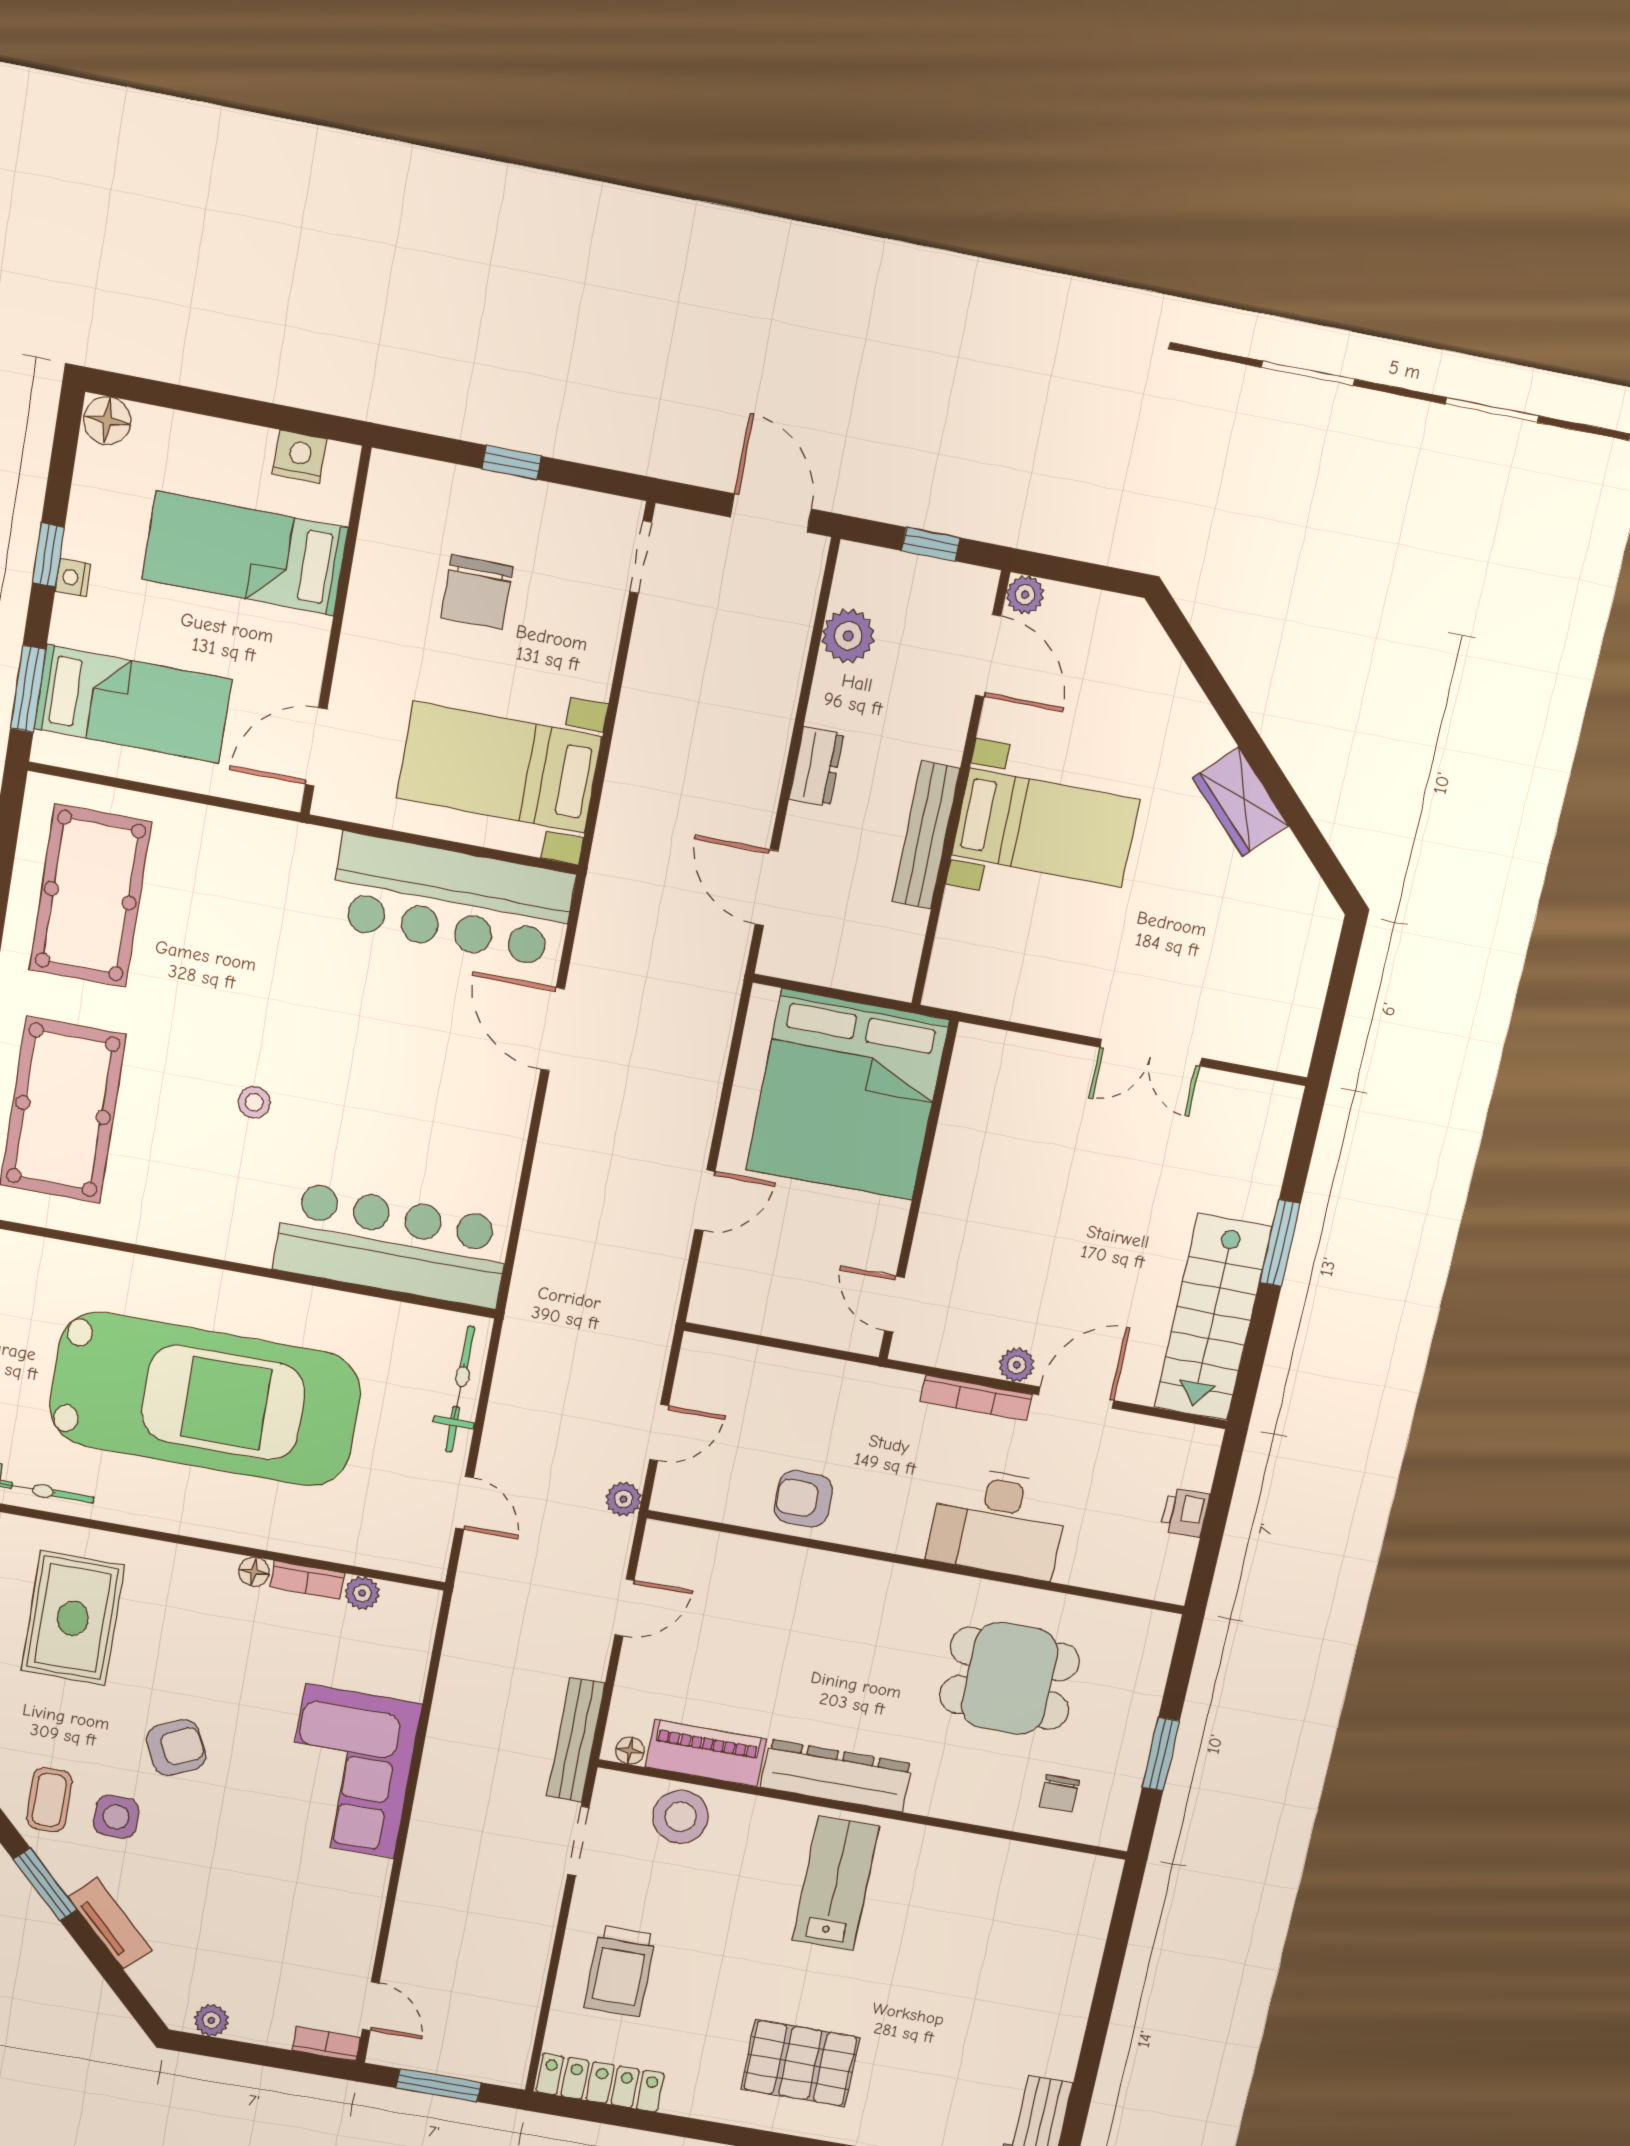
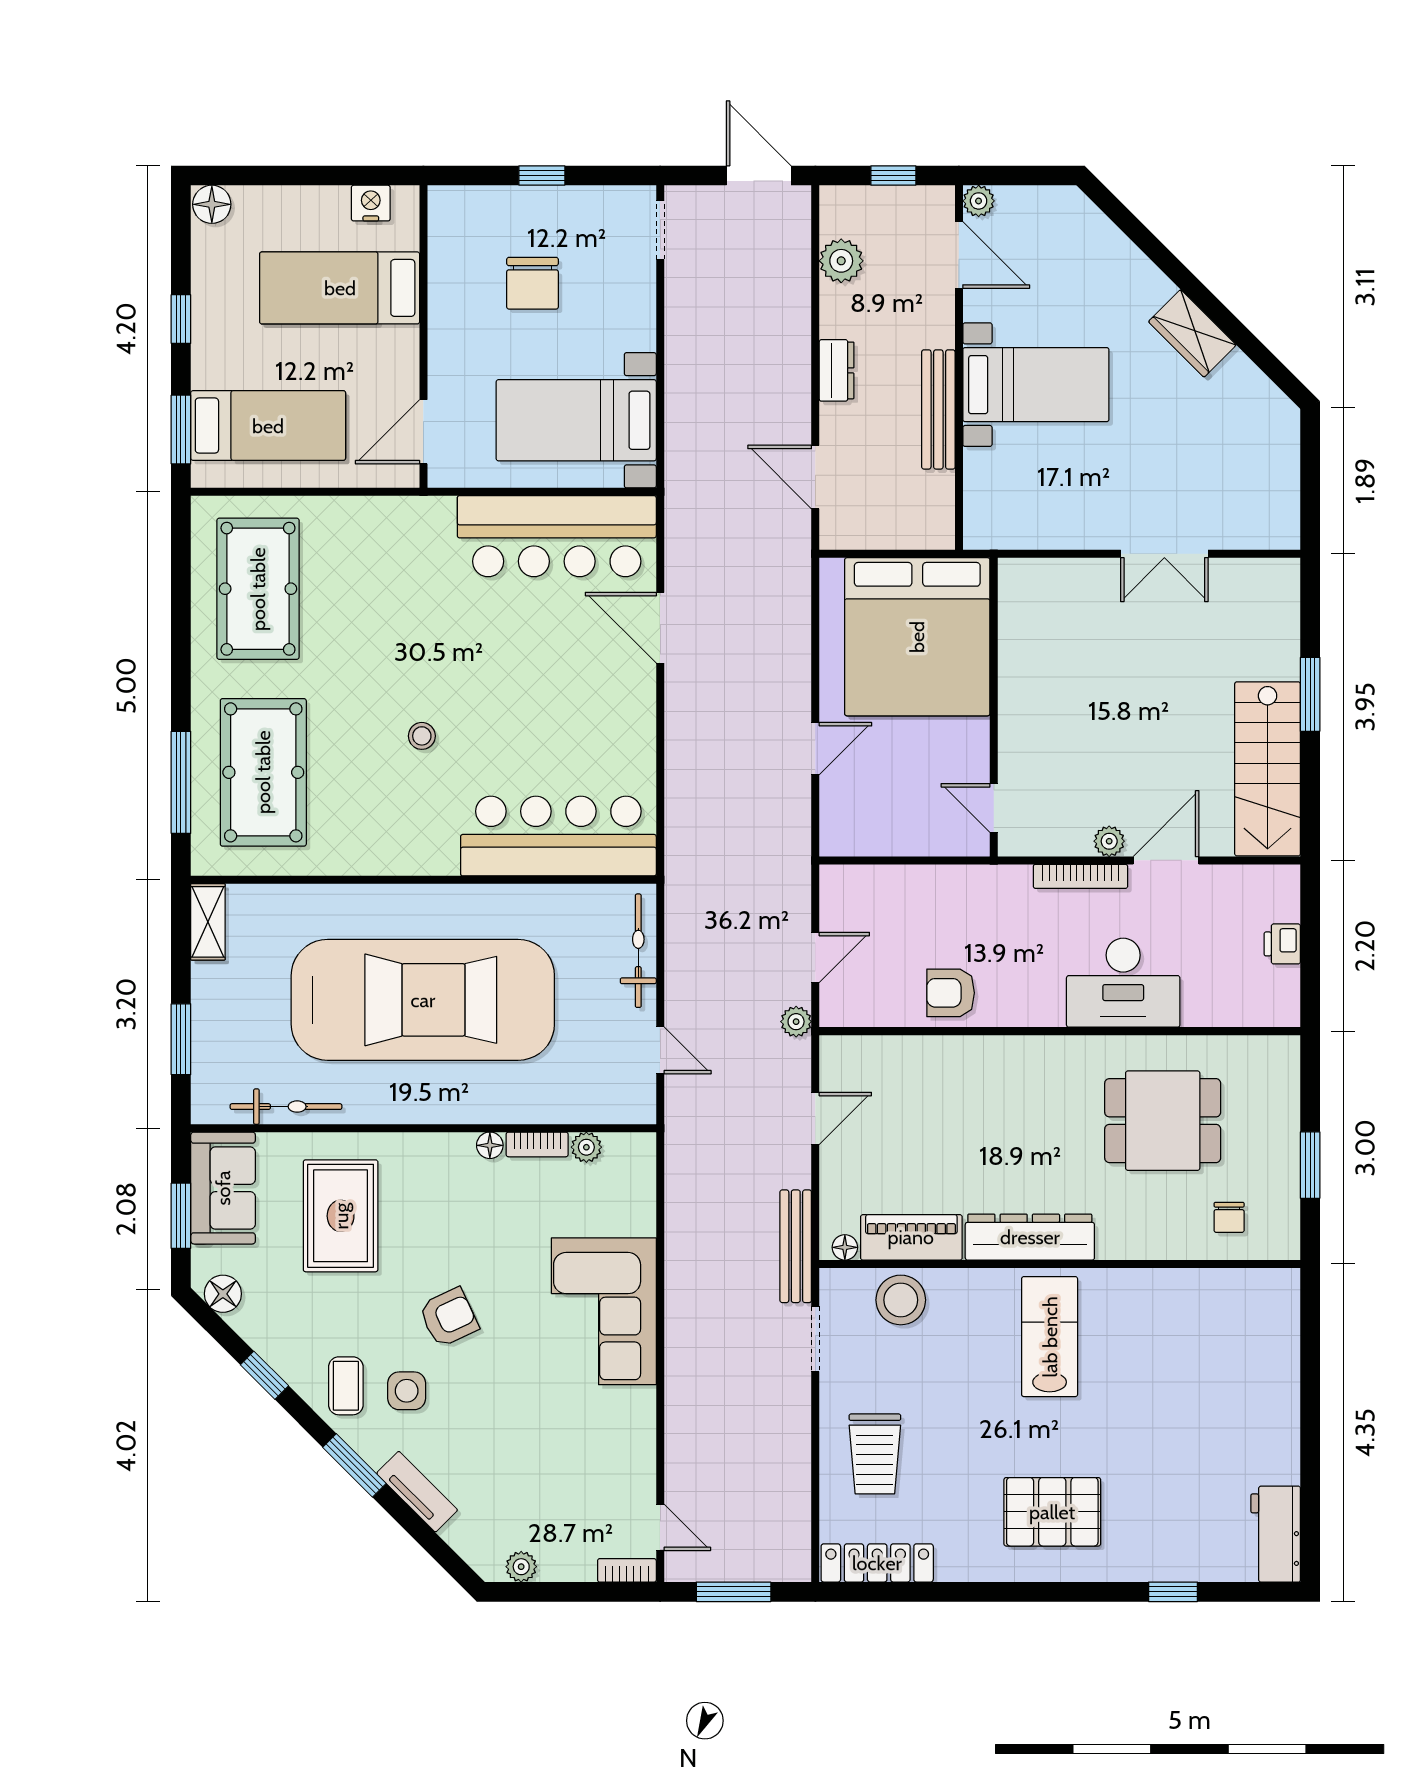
nightstand: (73, 578) -> (203, 333), removed

